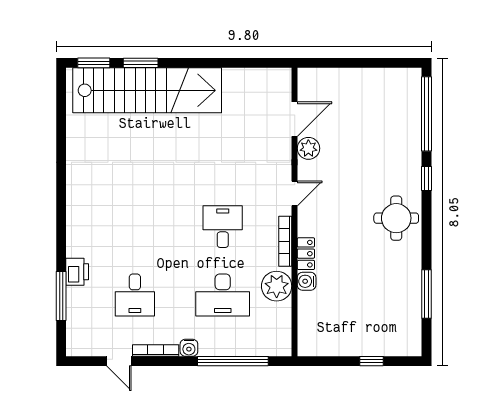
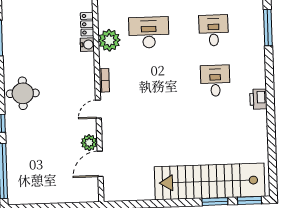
desk: (223, 227) -> (215, 81), moved, turned 180
bookcase: (285, 241) -> (104, 80), width x0.64
locker: (306, 254) -> (87, 24), moved
printer: (77, 272) -> (258, 99), moved

